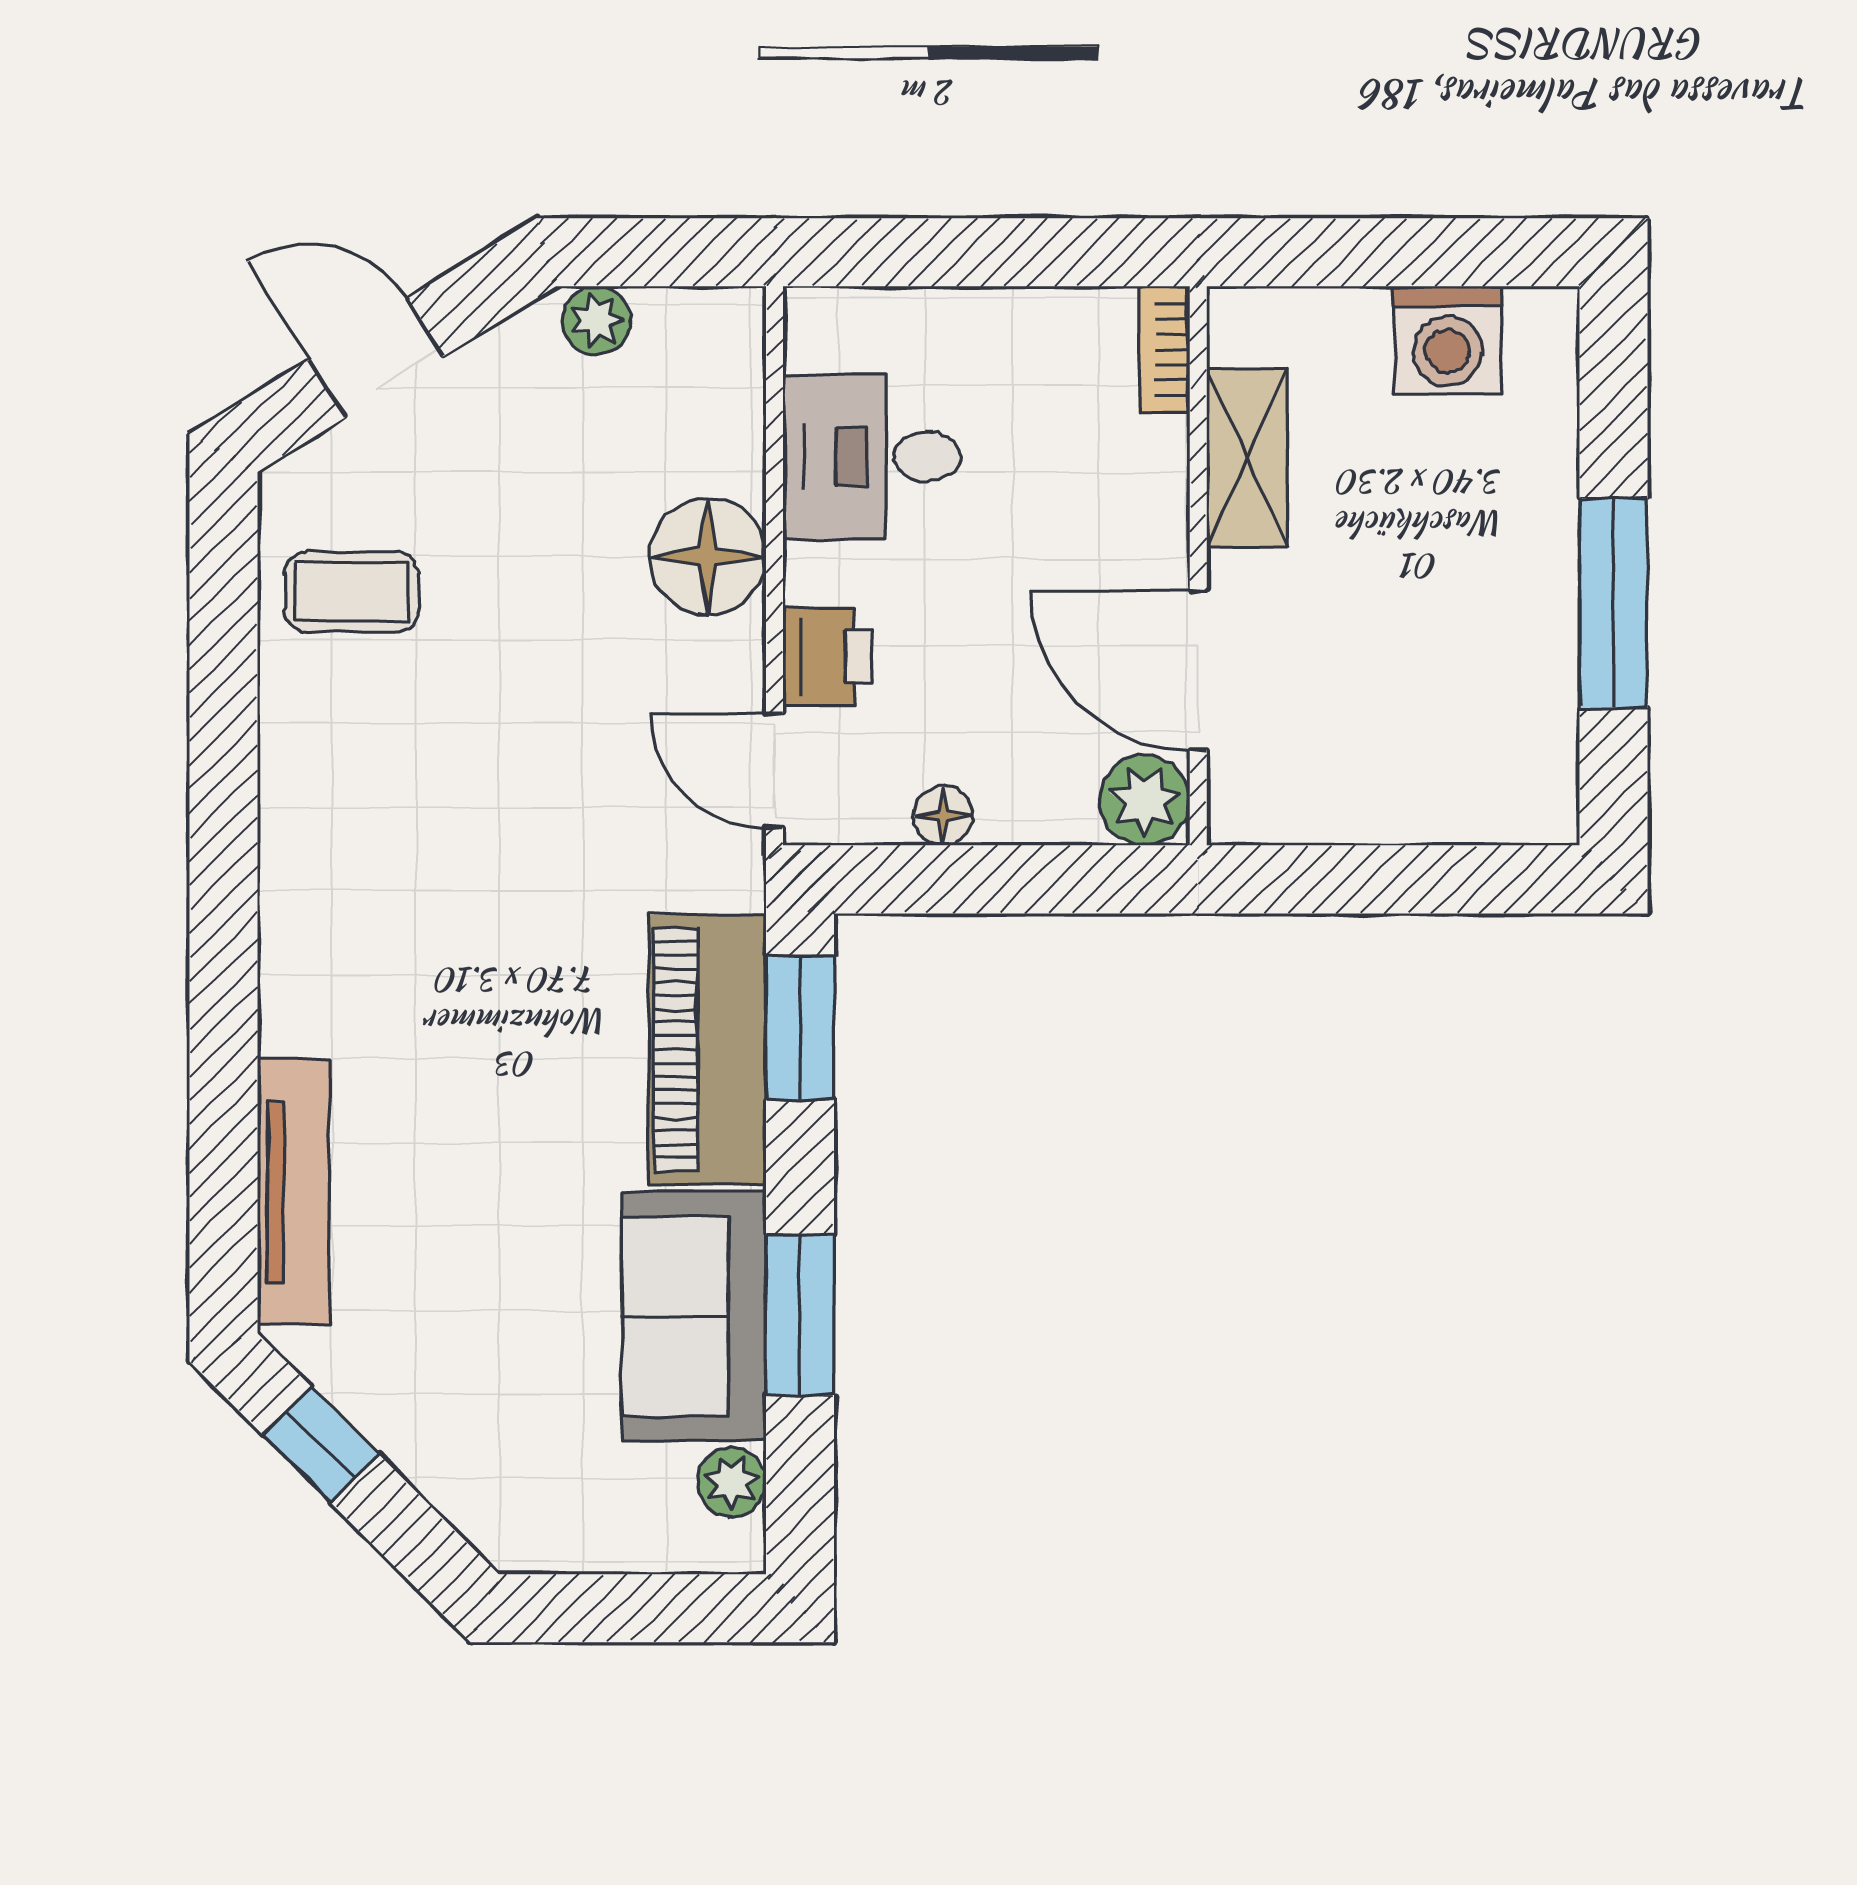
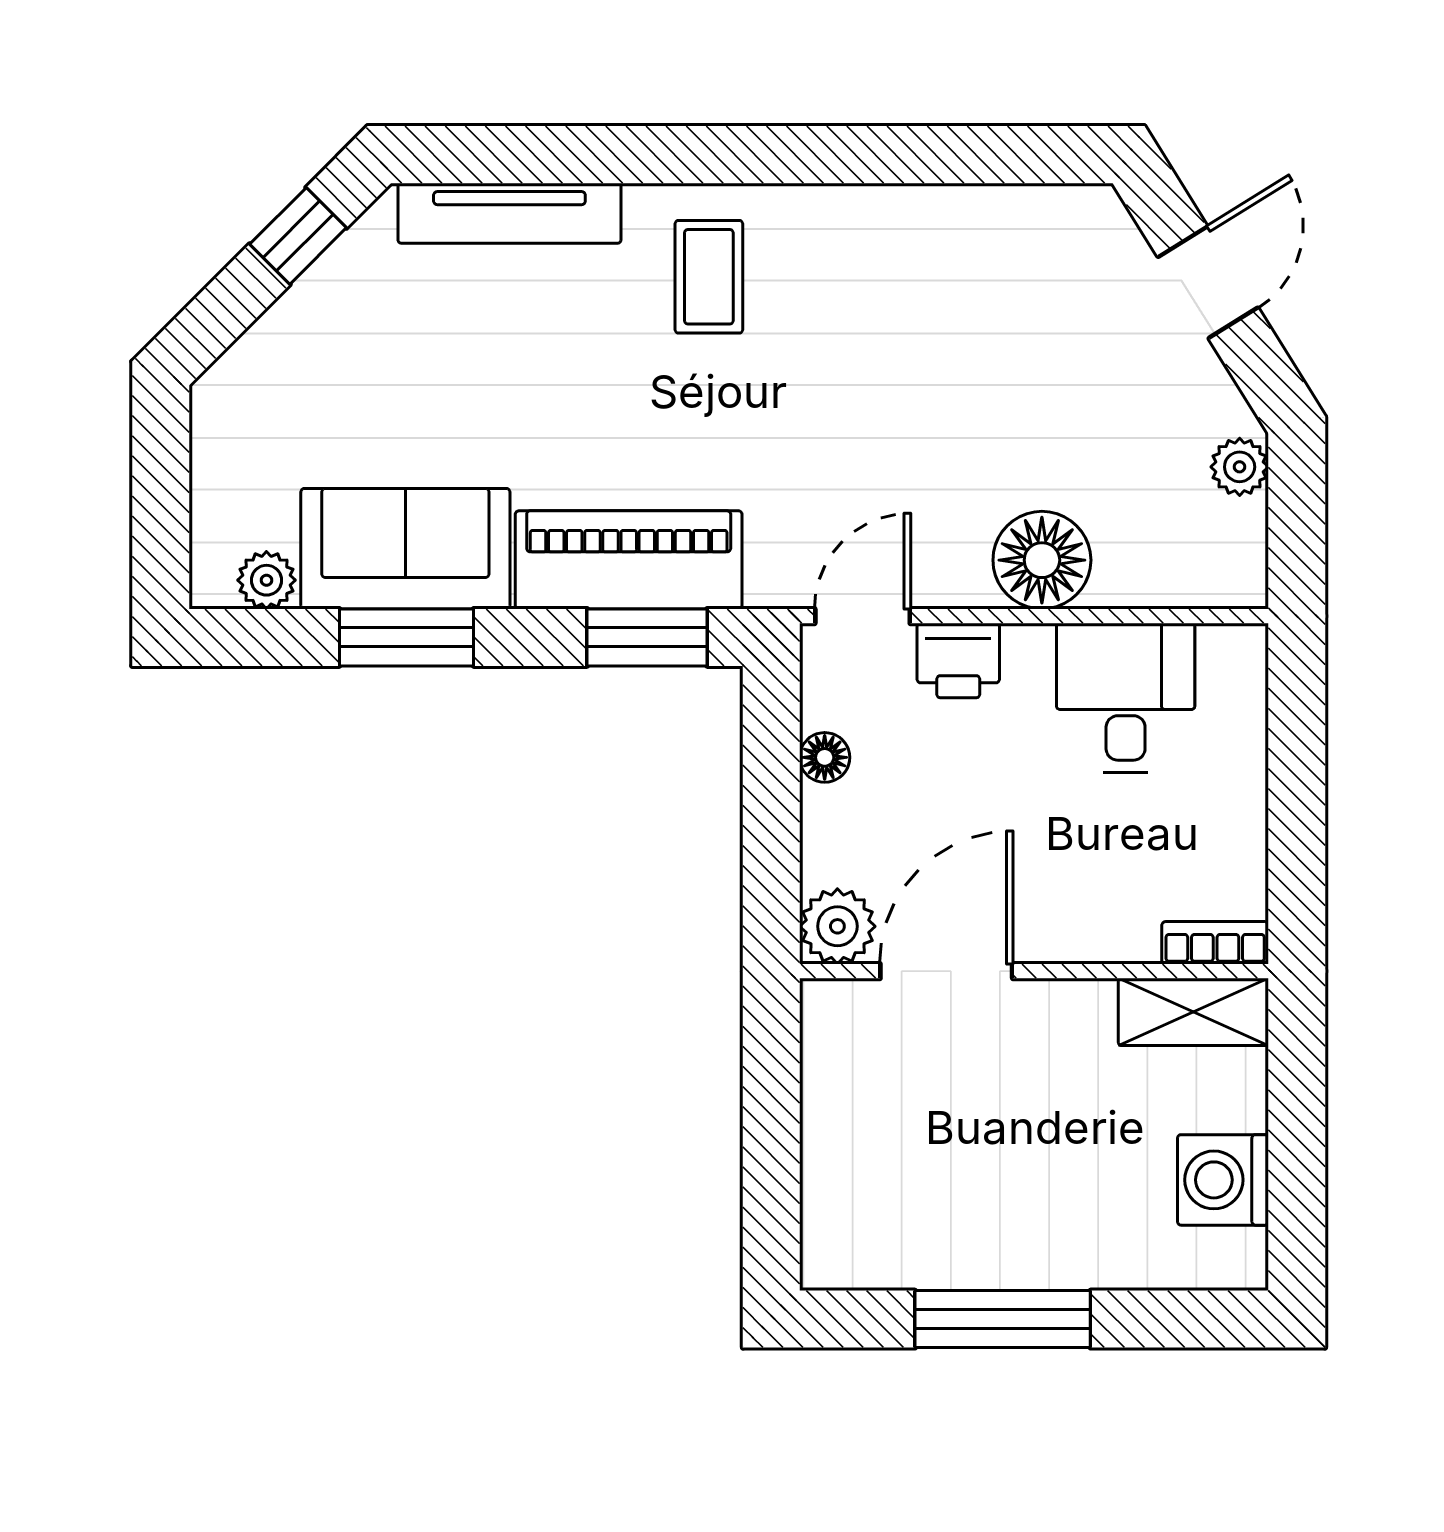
shelving: (1247, 458) -> (1193, 1012), moved
coffee table: (352, 592) -> (709, 277), moved

